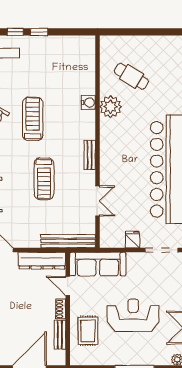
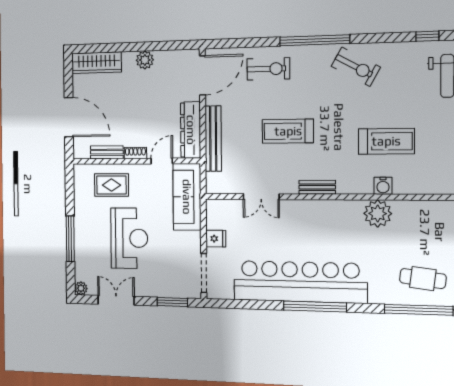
cafe table: (132, 76) -> (423, 279), moved, turned 66
treadmill: (33, 119) -> (386, 141), moved
bench: (68, 241) -> (213, 139), moved

